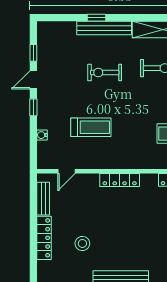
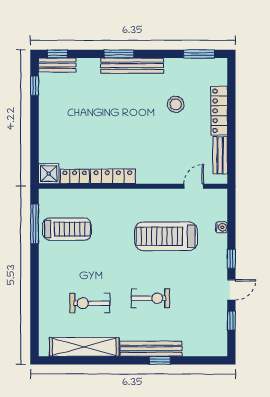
treadmill: (91, 127) -> (166, 236), width x1.37, depth x1.38
locker: (120, 180) -> (113, 176), moved

